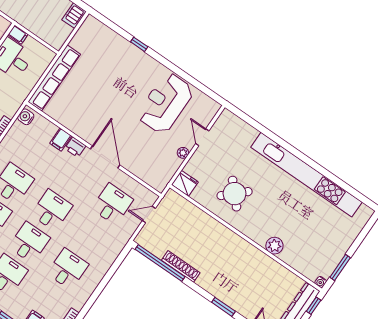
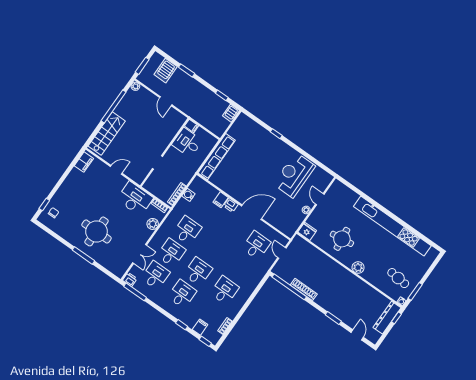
water cooler: (26, 117) -> (188, 195), moved
door: (105, 157) -> (252, 212), hinge flipped
round table: (235, 194) -> (342, 239), turned 36
desk: (52, 210) -> (214, 249), removed
door: (149, 215) -> (282, 253), hinge flipped
plant: (274, 246) -> (358, 268), moved
cafe table: (316, 249) -> (398, 278), added

